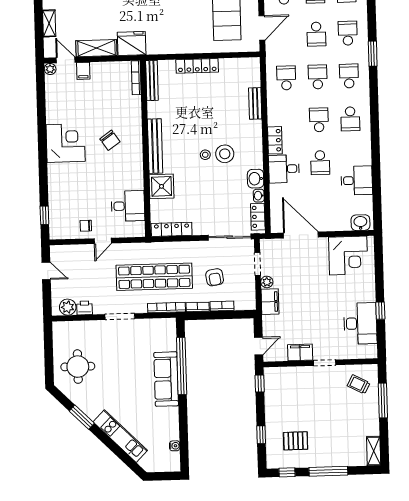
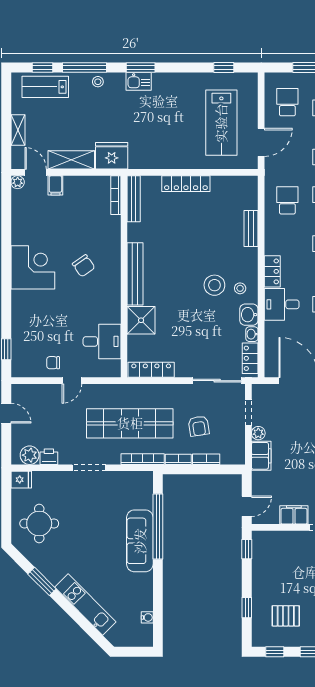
stool: (205, 155) -> (240, 288), moved
fridge: (61, 329) -> (21, 480), added

